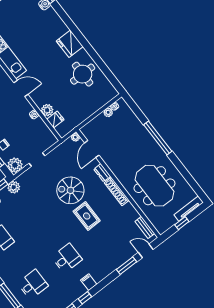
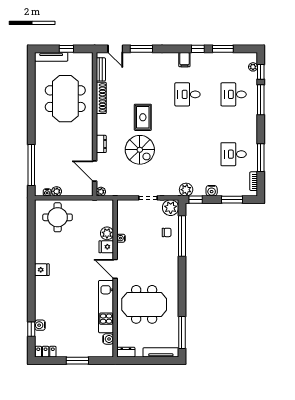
fridge: (70, 44) -> (42, 270), width x0.53, depth x0.75
round table: (83, 74) -> (58, 217), moved
fridge: (55, 120) -> (106, 247), moved
window: (158, 138) -> (31, 165), moved
door: (92, 149) -> (95, 171), swing flipped
shoe rack: (117, 191) -> (101, 98), moved

